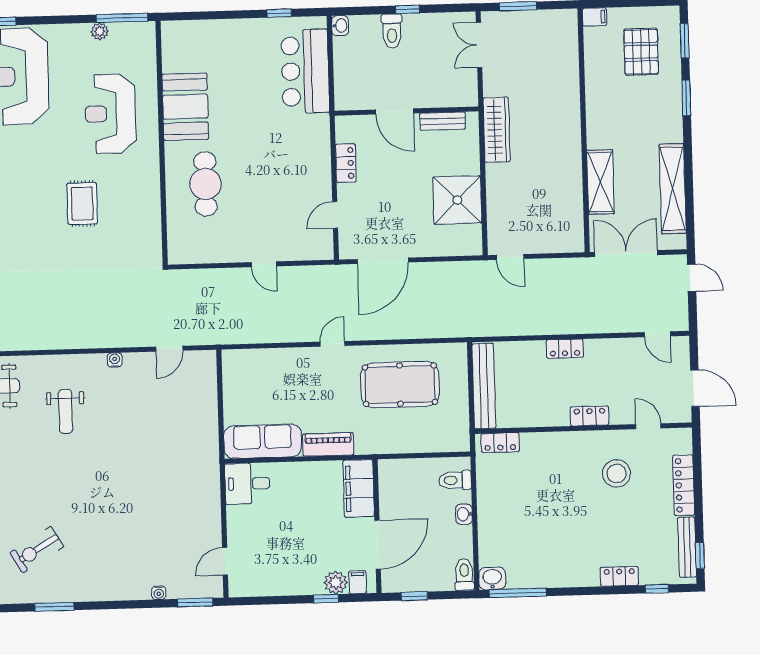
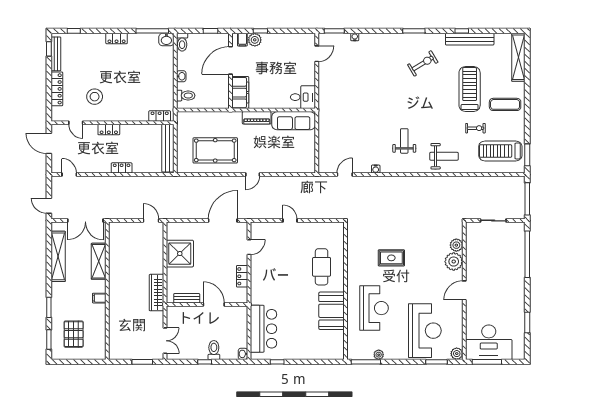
filing cabinet: (595, 17) -> (99, 298), moved
rug: (82, 203) -> (391, 258), turned 90
locker: (619, 576) -> (117, 39), moved

